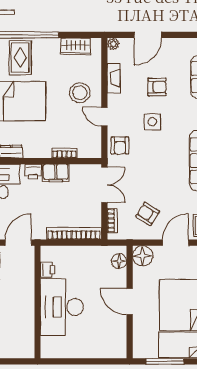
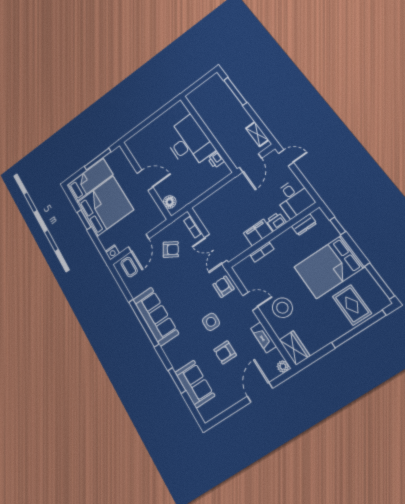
wardrobe: (75, 46) -> (295, 348), moved, turned 90
bookcase: (74, 233) -> (214, 198), removed
floor lamp: (143, 256) -> (156, 217), removed

